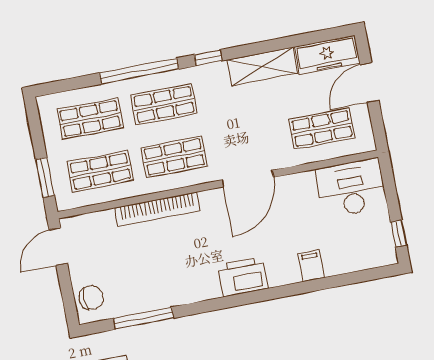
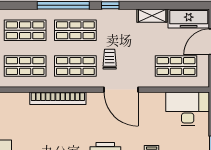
shelving: (262, 66) -> (152, 16), width x0.67, depth x0.75
trolley: (222, 137) -> (110, 59), added
door: (248, 179) -> (121, 90), hinge flipped

